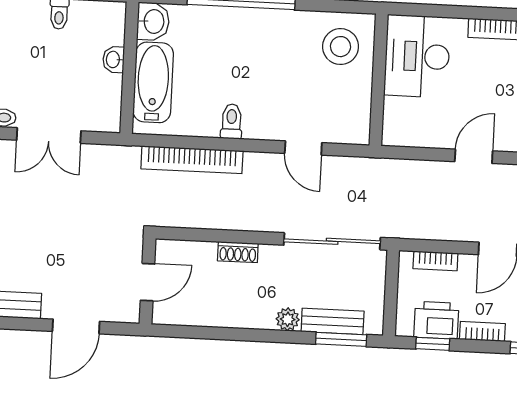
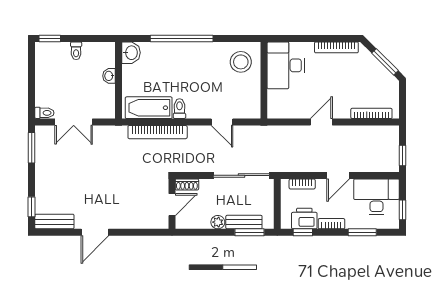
bathtub: (153, 82) -> (149, 108), moved, turned -90
wall: (148, 281) -> (172, 204), moved
door: (148, 282) -> (172, 205), moved

